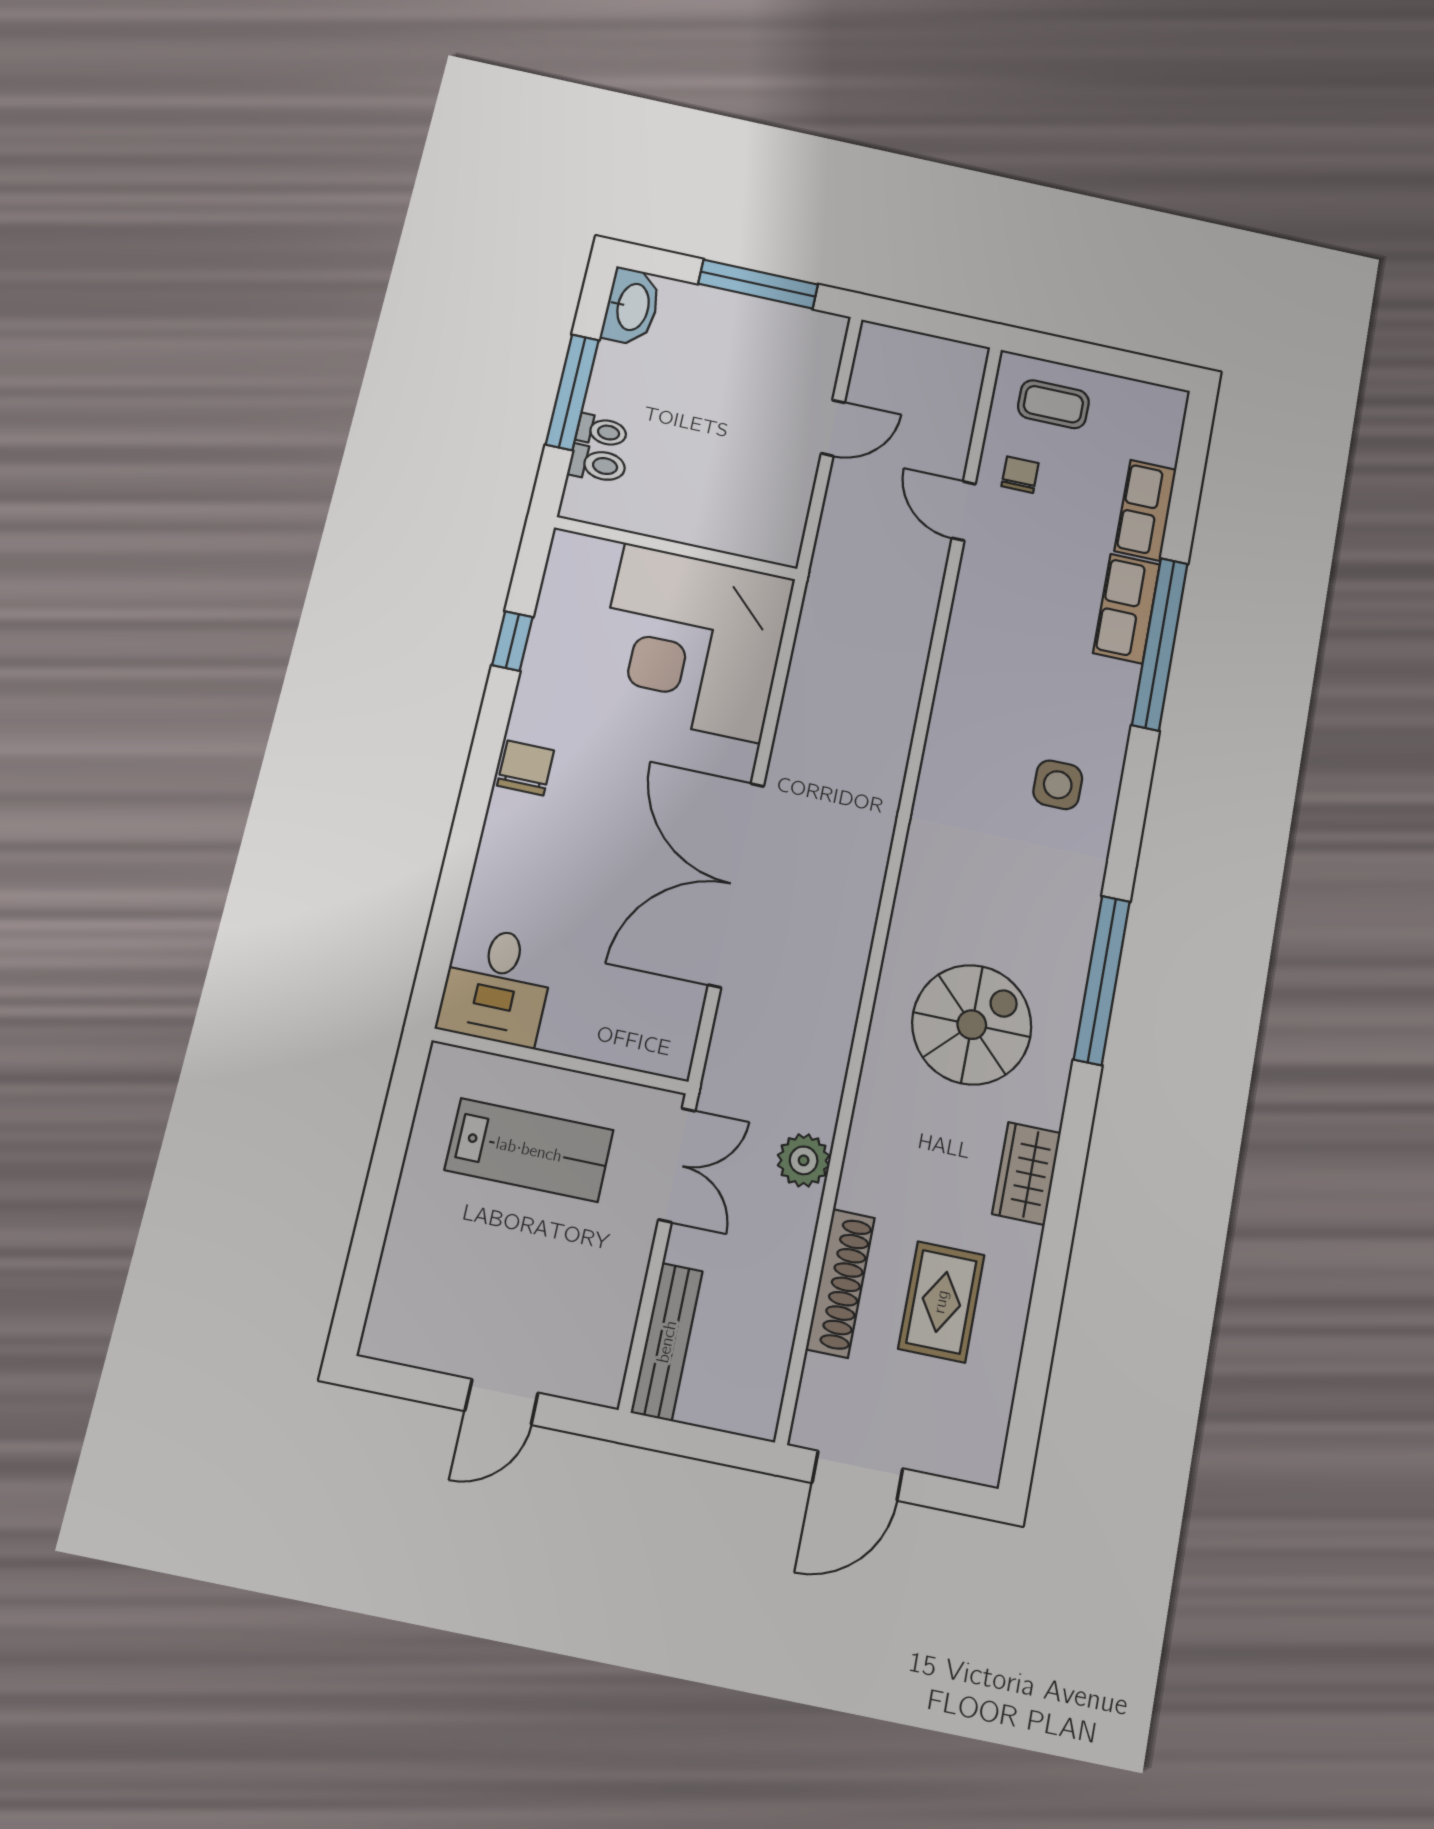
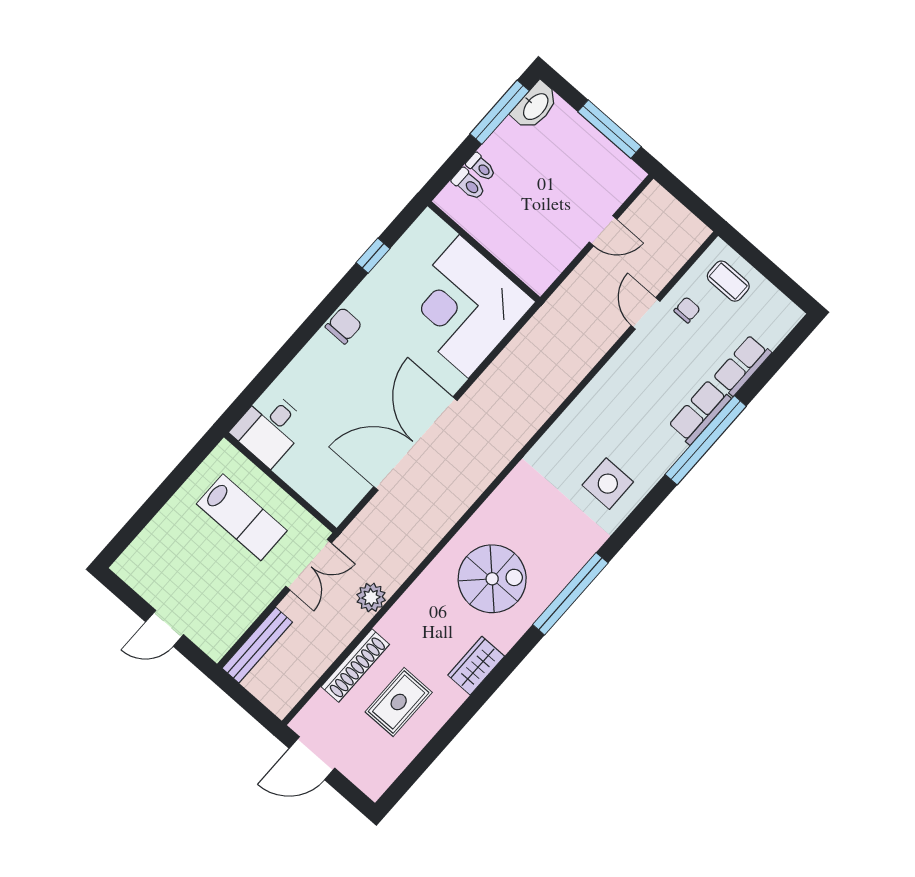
window: (572, 392) -> (500, 112), moved
side table: (1058, 785) -> (608, 484), width x1.37, depth x1.37

